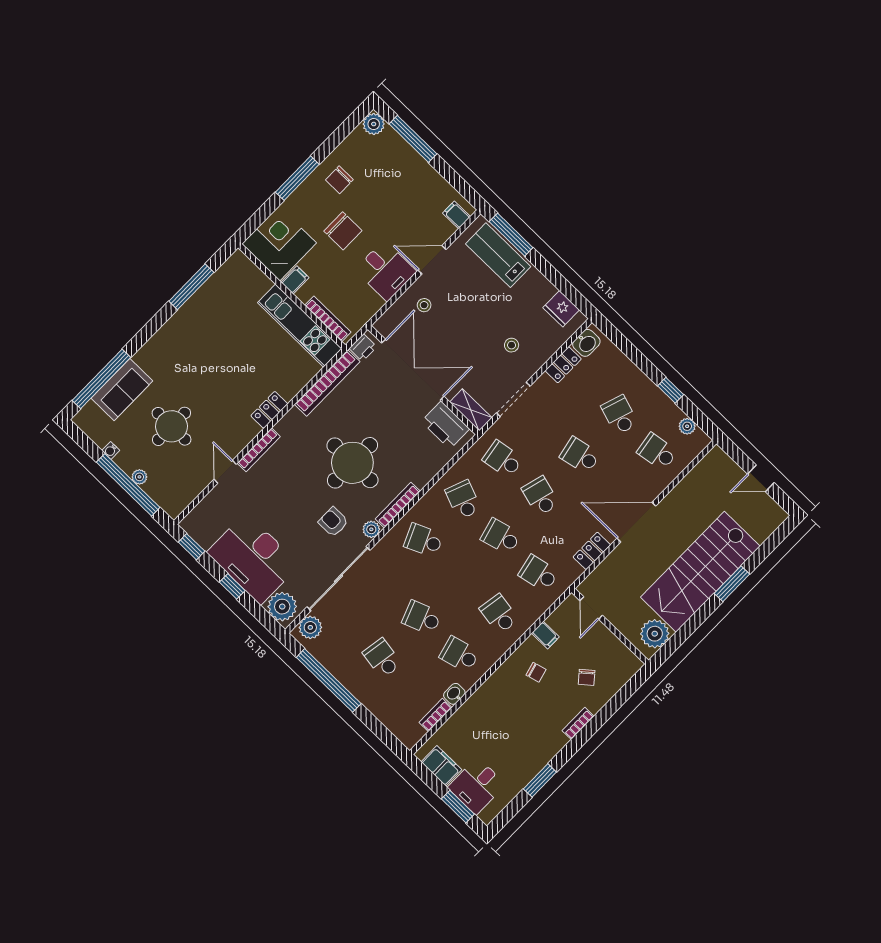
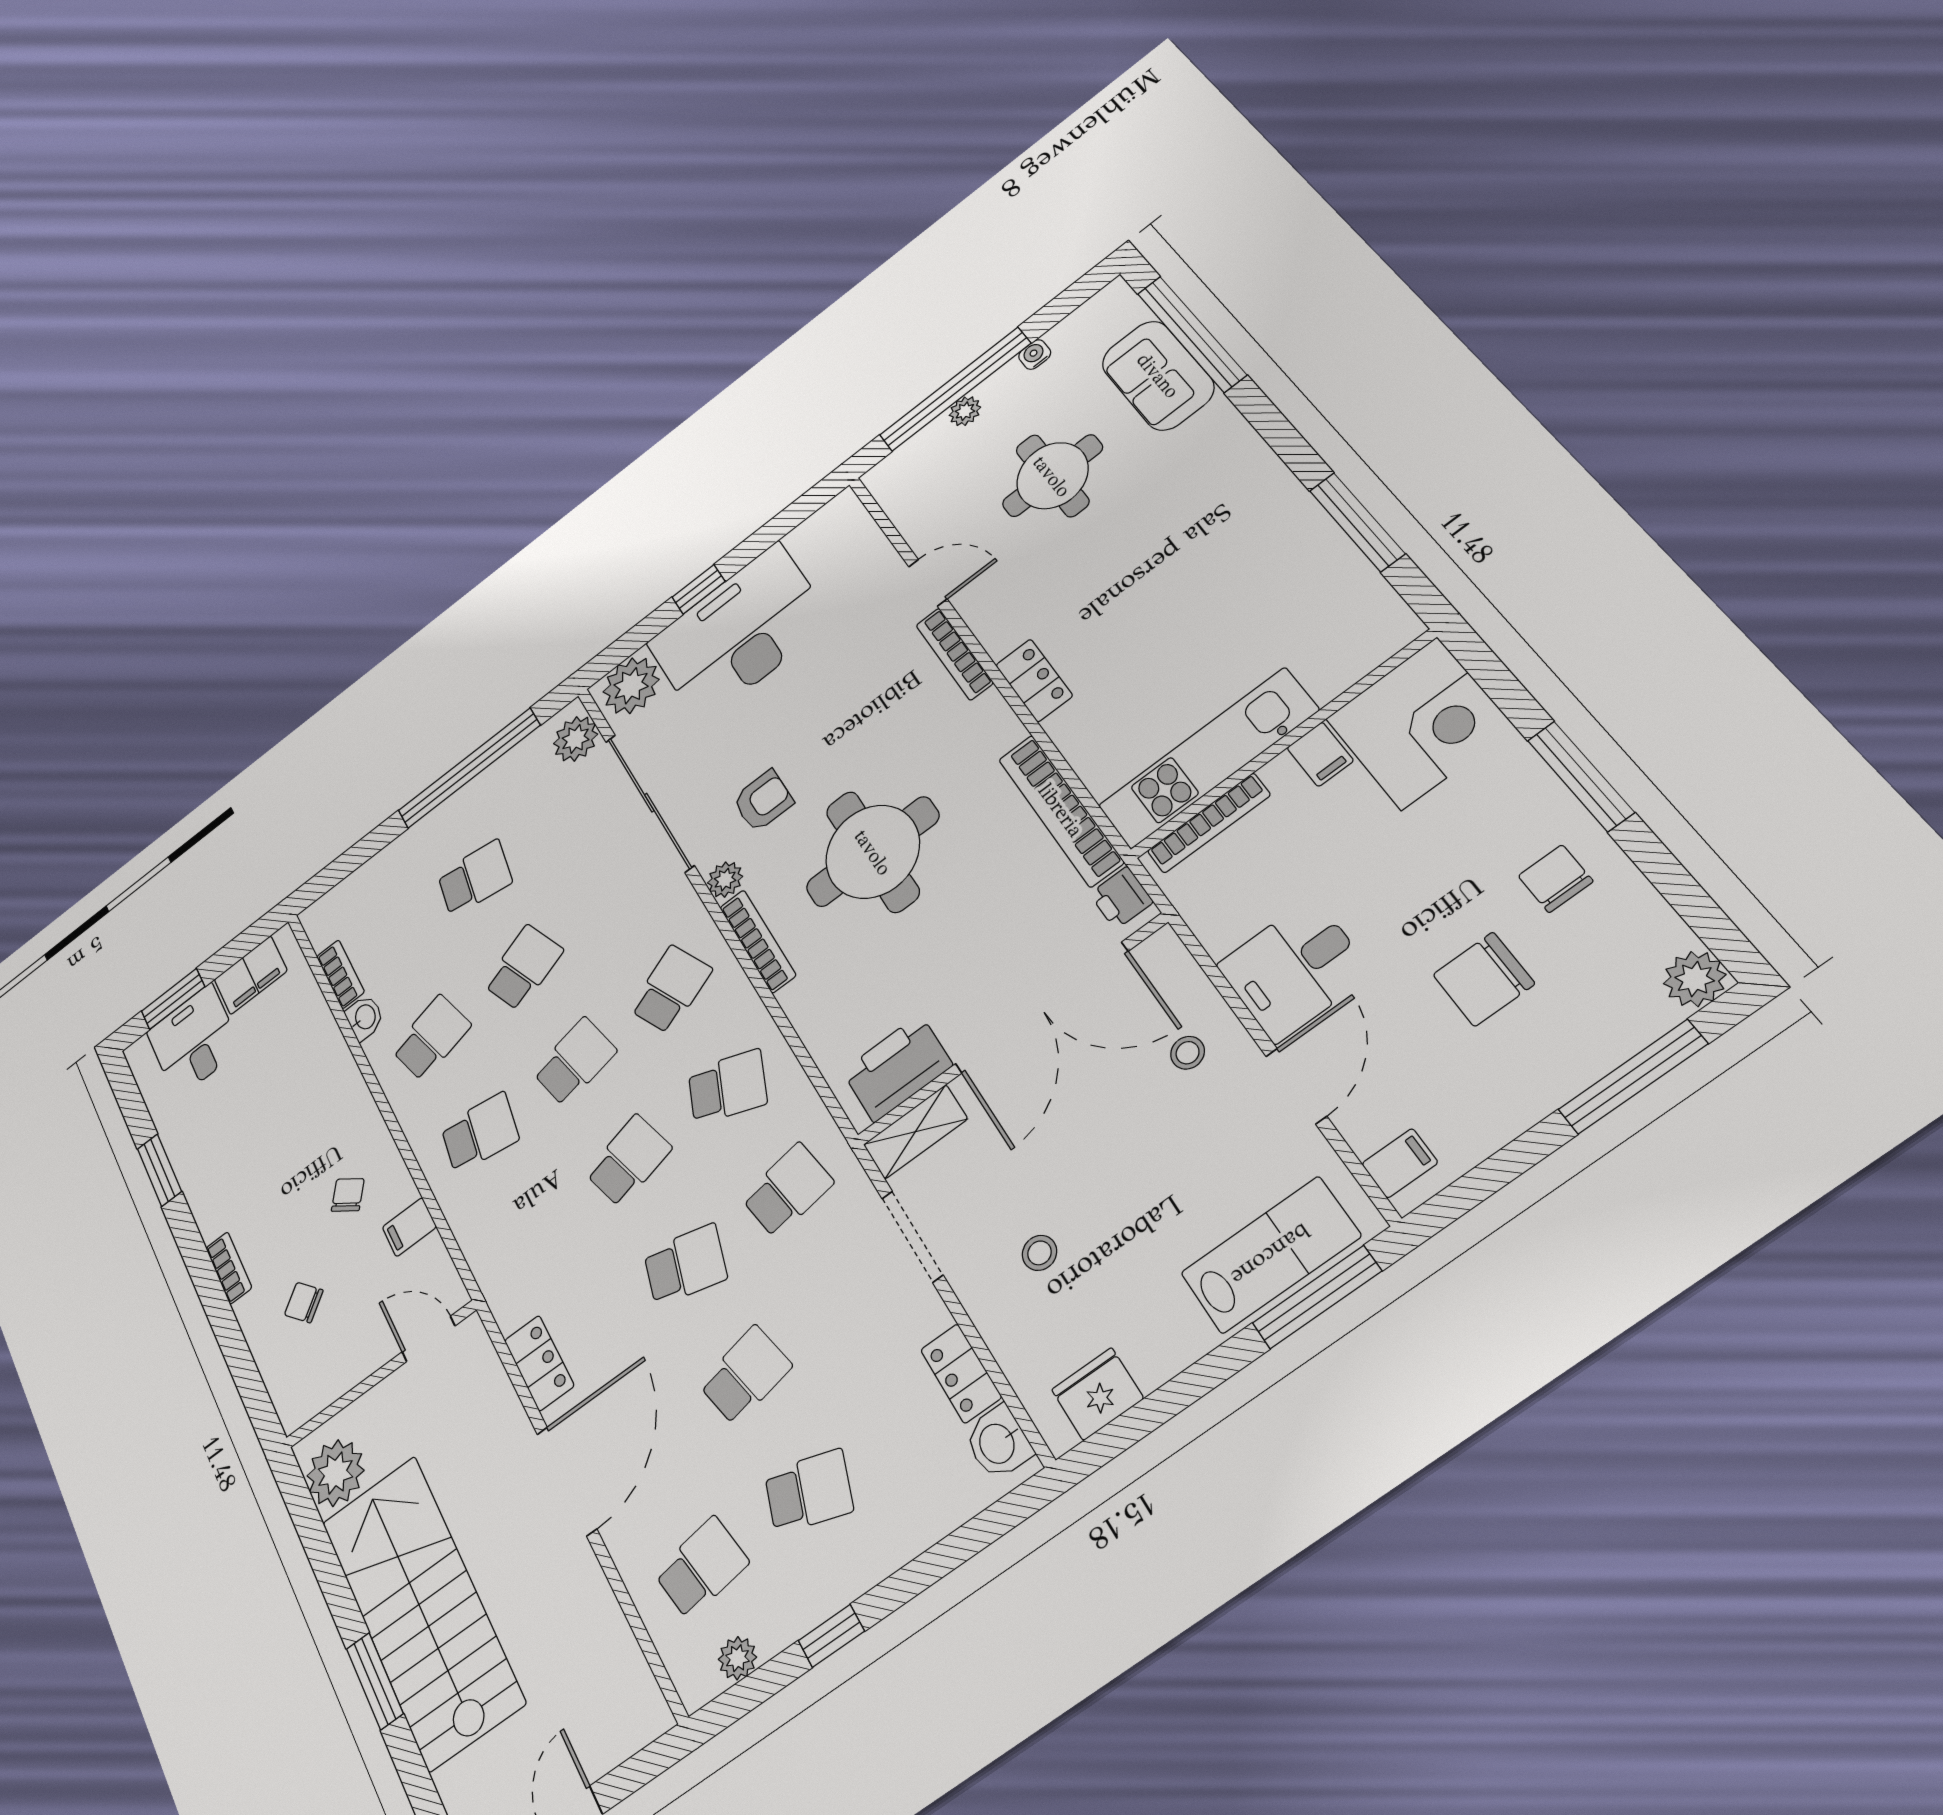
chair: (343, 231) -> (1484, 979), moved
window: (192, 547) -> (798, 512), removed
school desk: (539, 573) -> (575, 1062), moved
chair: (536, 672) -> (348, 1195), turned 141

